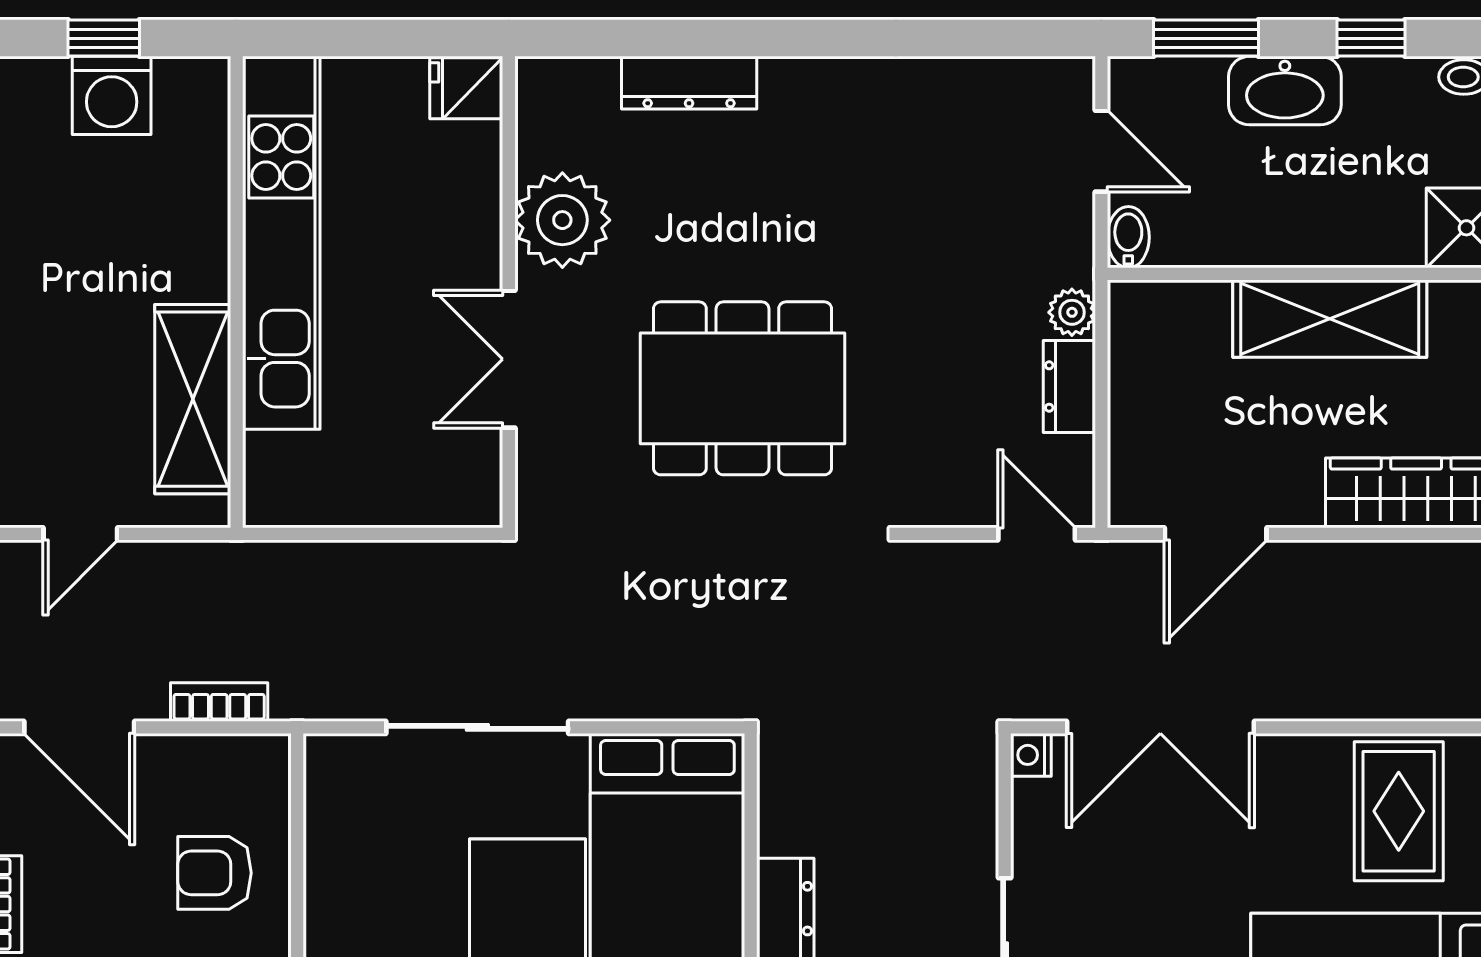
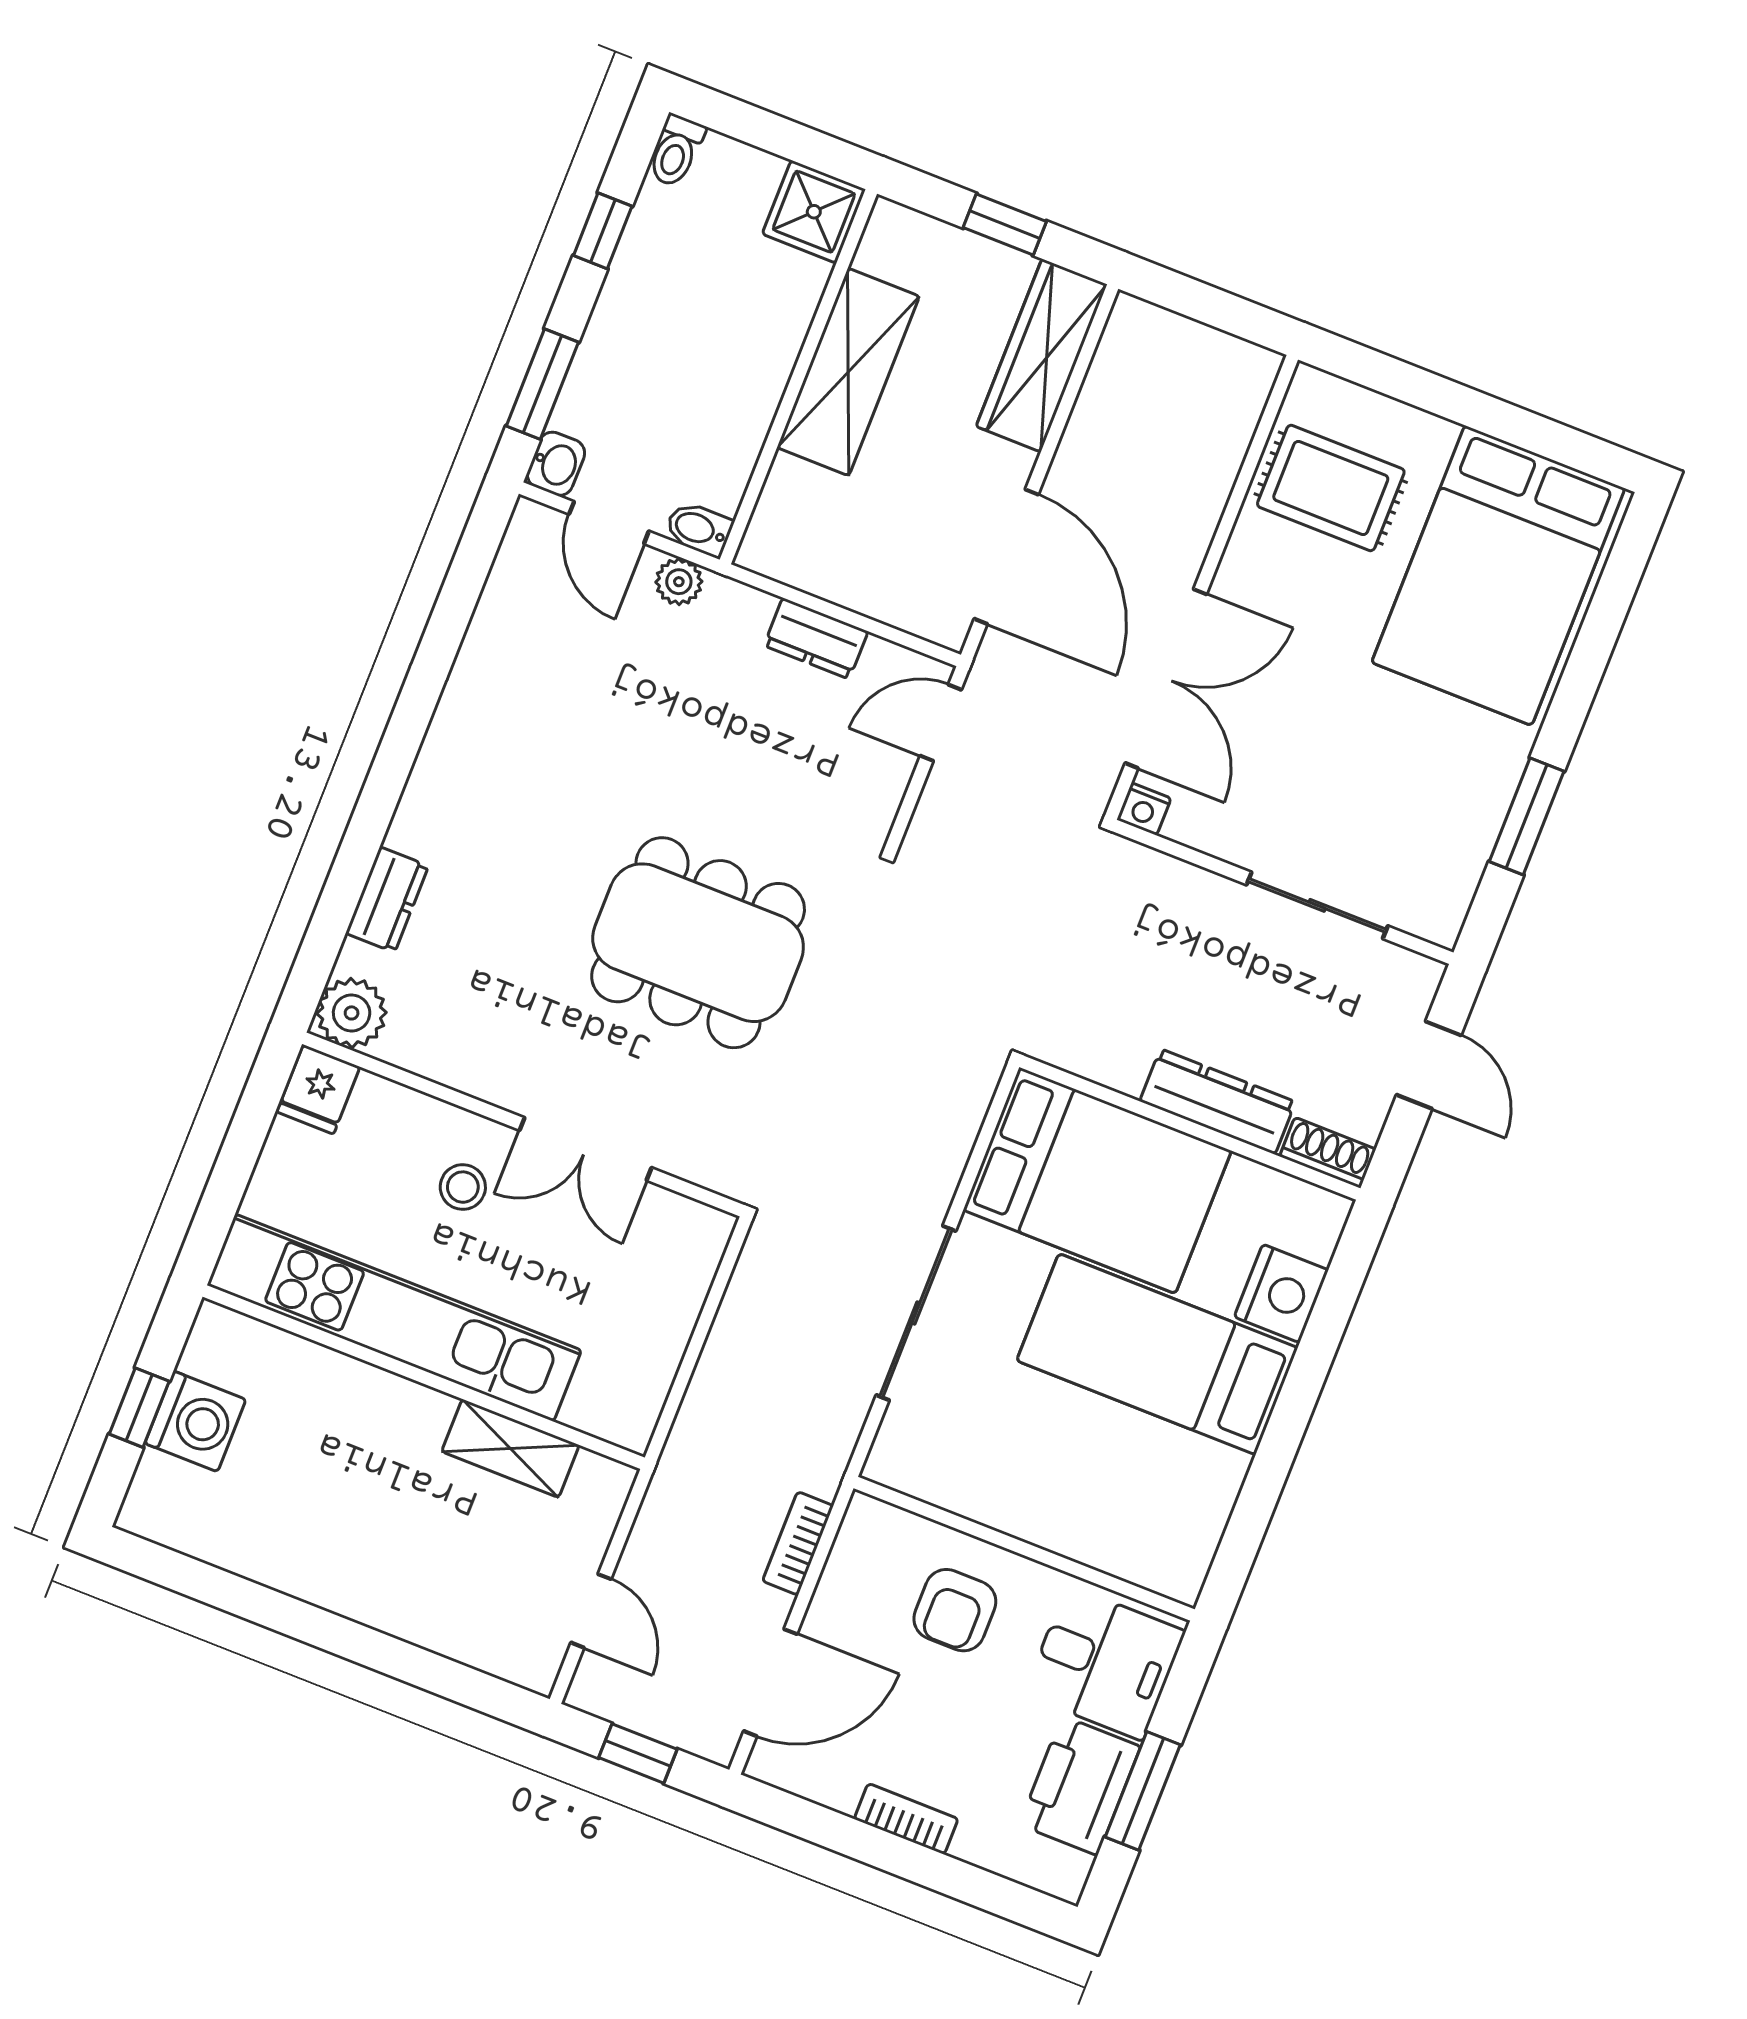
dresser: (689, 83) -> (387, 900), width x0.70
washbasin: (1285, 91) -> (556, 464), moved, width x0.52, depth x0.69
door: (1101, 151) -> (609, 523), swing flipped
plant: (562, 220) -> (352, 1013), moved, width x0.73, depth x0.73
stool: (428, 259) -> (463, 1187), added
plant: (1072, 312) -> (679, 582), moved
dining table: (742, 388) -> (698, 943), turned 90
shelving: (193, 399) -> (510, 1448), width x0.67, depth x0.75
door: (1216, 534) -> (1006, 557), width x1.36

